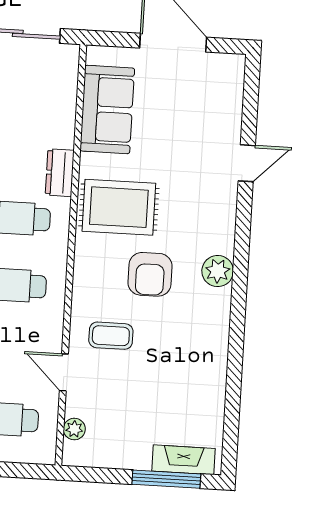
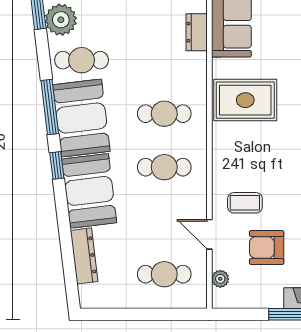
dresser: (60, 173) -> (197, 32), moved
armchair: (150, 274) -> (267, 248), moved, turned 90

